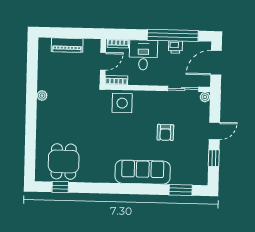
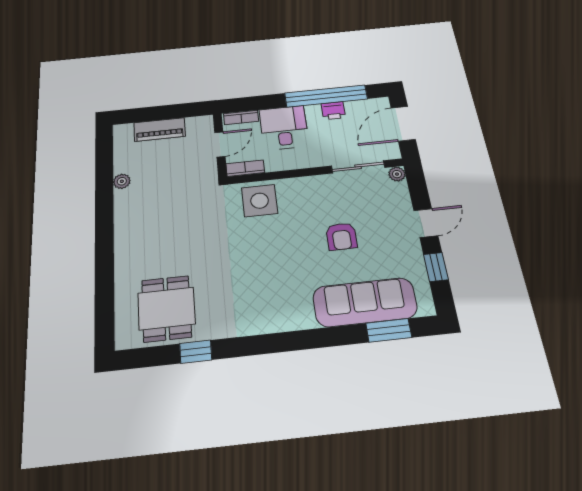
plant: (42, 96) -> (122, 181), moved
sofa: (143, 172) -> (365, 302), moved
window: (60, 187) -> (196, 352), moved

